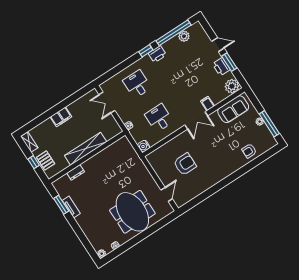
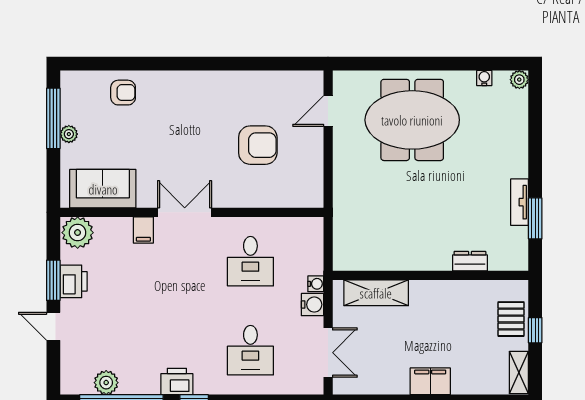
water cooler: (144, 146) -> (312, 305), moved
shelving: (86, 149) -> (376, 293), moved, width x0.68
armchair: (185, 164) -> (258, 145), turned 180
meeting table: (132, 212) -> (412, 120), turned 90

